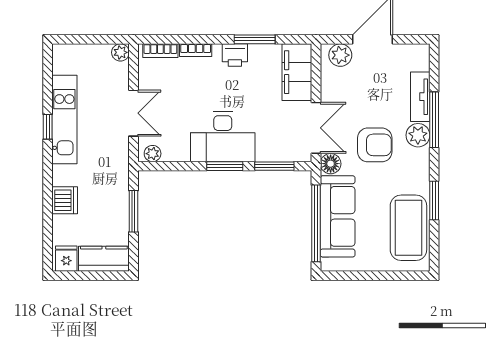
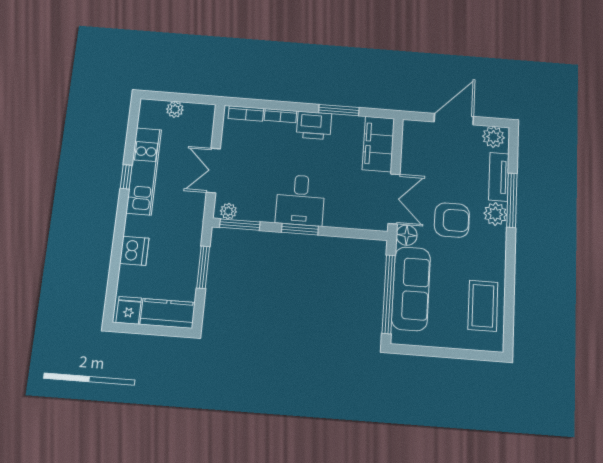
plant: (120, 52) -> (175, 109), moved
printer: (235, 55) -> (314, 125), width x1.36, depth x1.24
plant: (340, 55) -> (493, 137), moved
double door: (133, 113) -> (213, 170), swing flipped
desk: (223, 137) -> (300, 200), width x0.73
window: (274, 166) -> (240, 225), moved
window: (434, 201) -> (510, 280), removed
coffee table: (408, 228) -> (483, 306), width x0.73, depth x0.76

